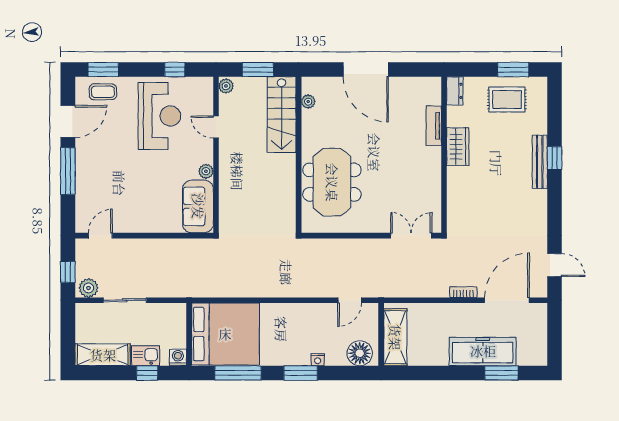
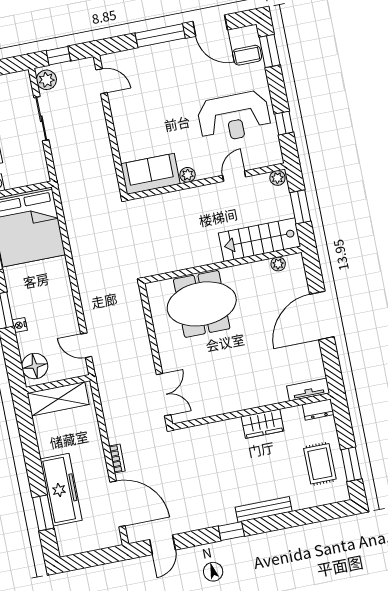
coffee table: (103, 92) -> (247, 55), turned 90
tv unit: (434, 126) -> (308, 389), moved
window: (554, 158) -> (231, 531), moved

